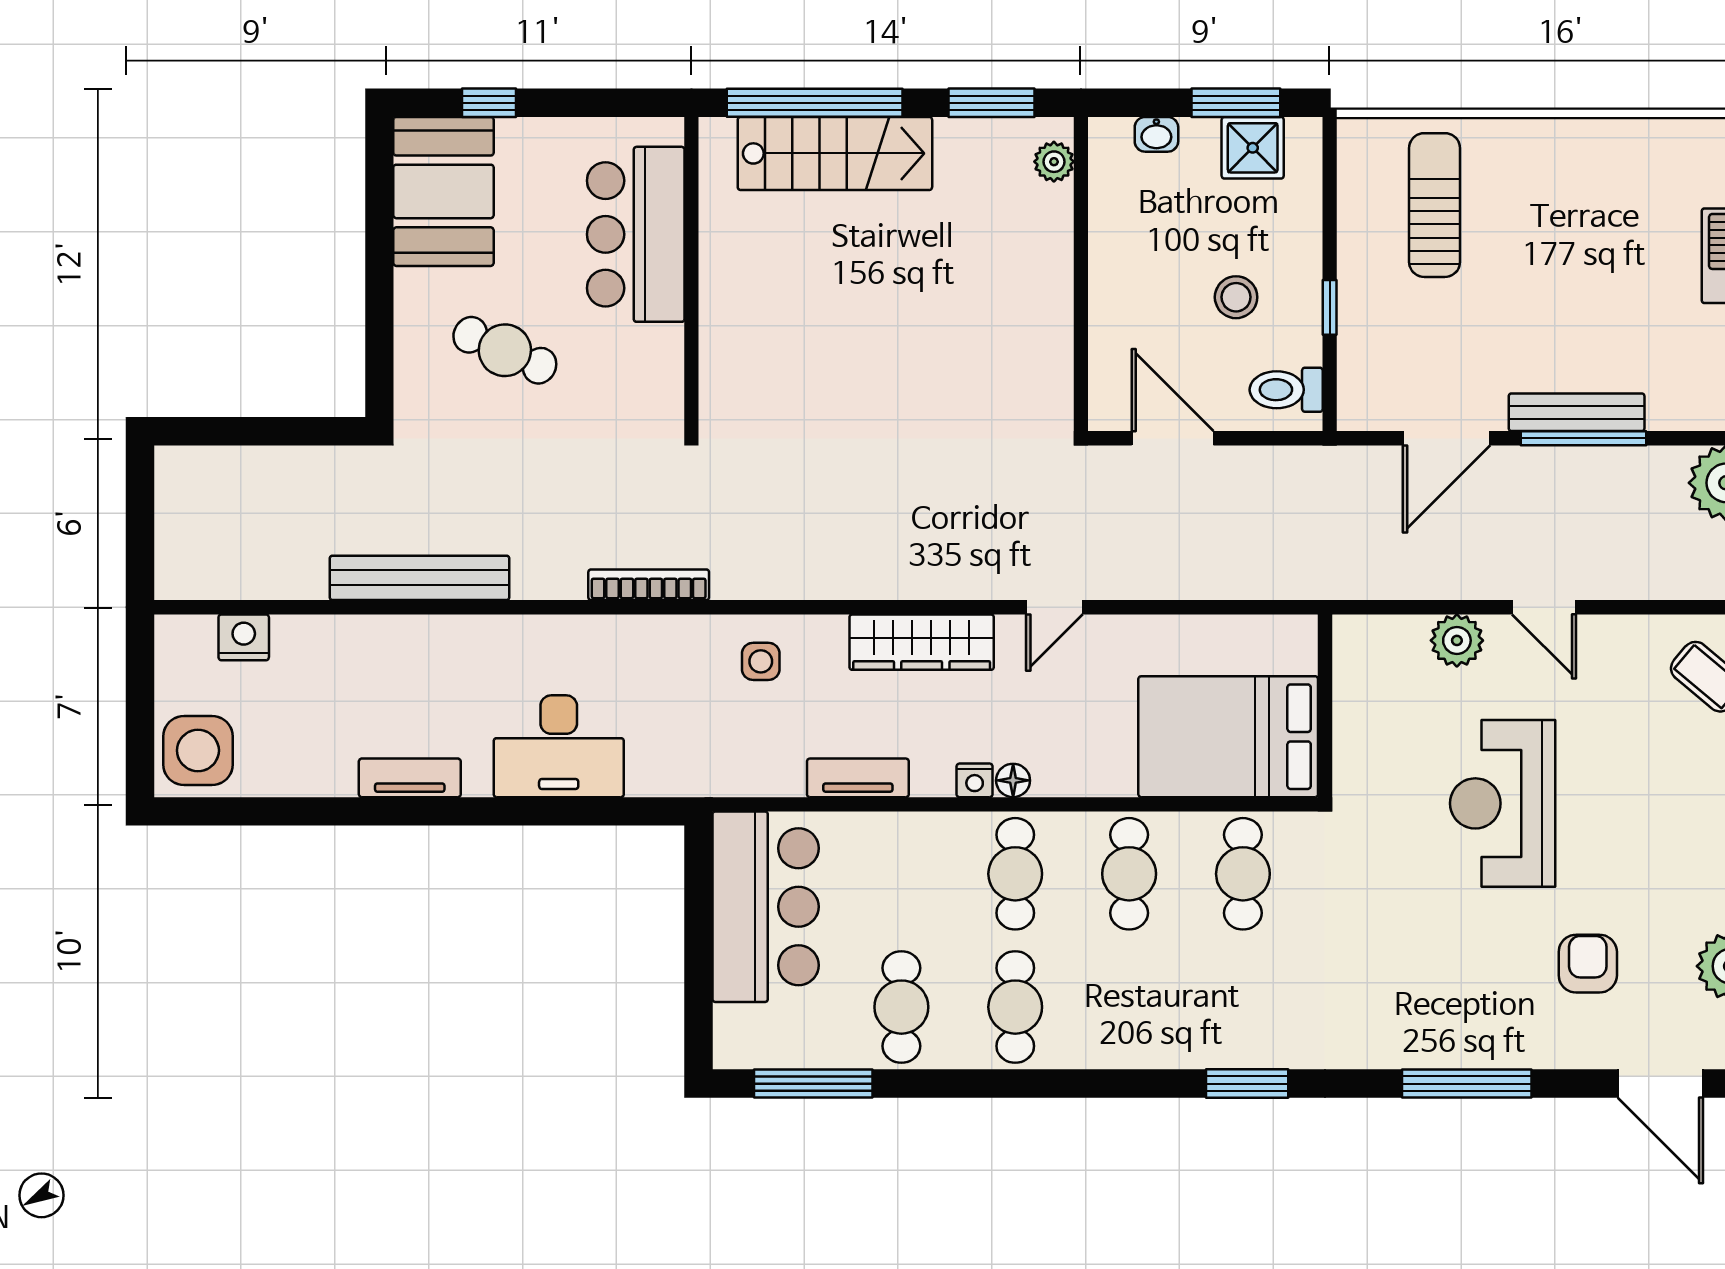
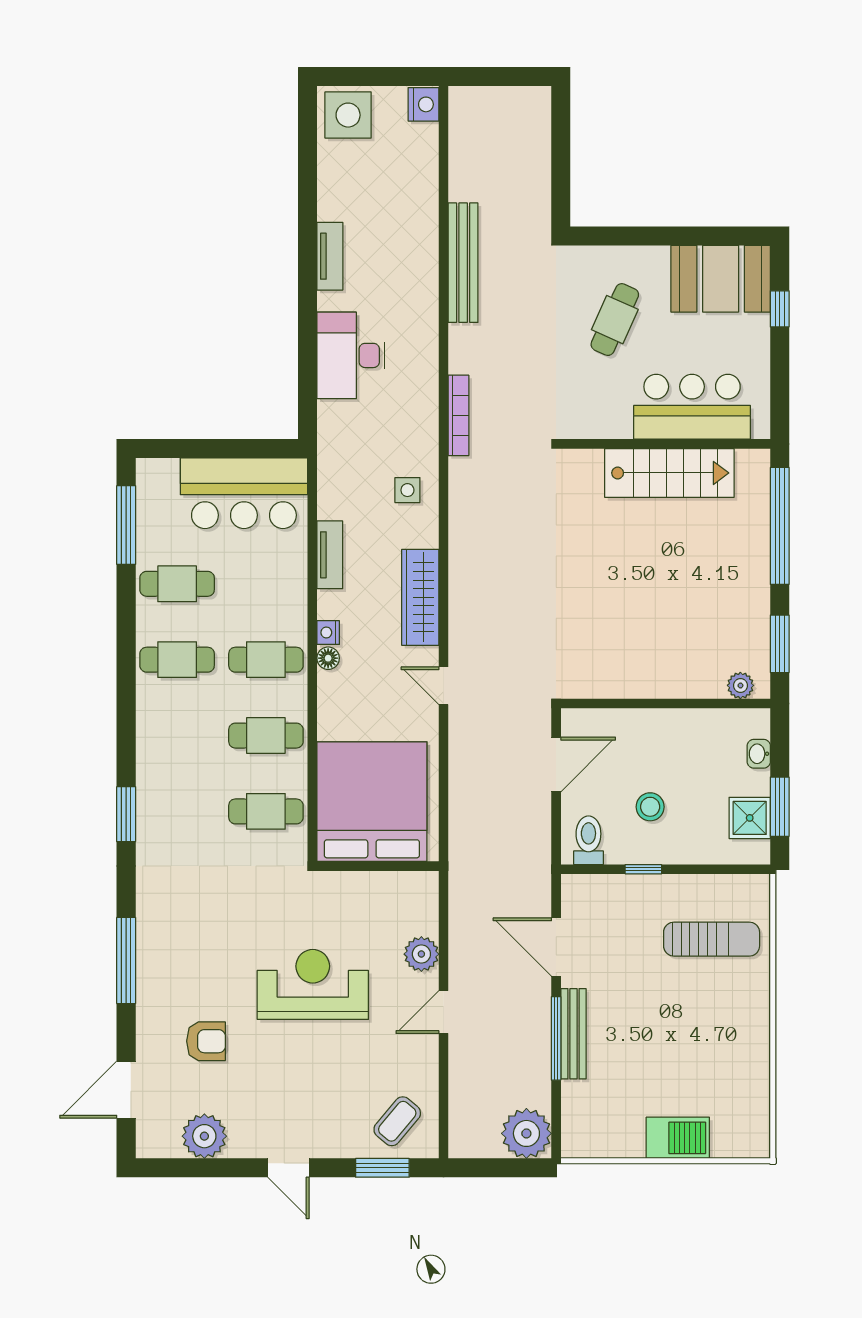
stairs: (835, 153) -> (669, 473), moved, turned -90
nightstand: (244, 637) -> (423, 104), moved
bed: (1228, 737) -> (372, 802), width x1.36

